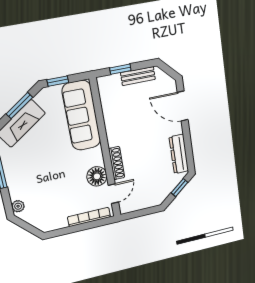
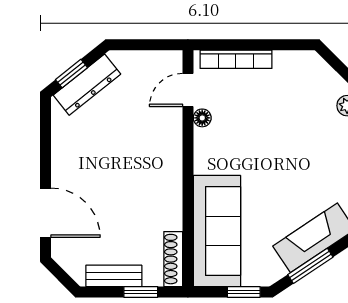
dresser: (179, 154) -> (87, 85), moved, turned 51
shoe rack: (117, 163) -> (173, 259), moved
floor lamp: (97, 176) -> (202, 118), width x0.53, depth x0.53

